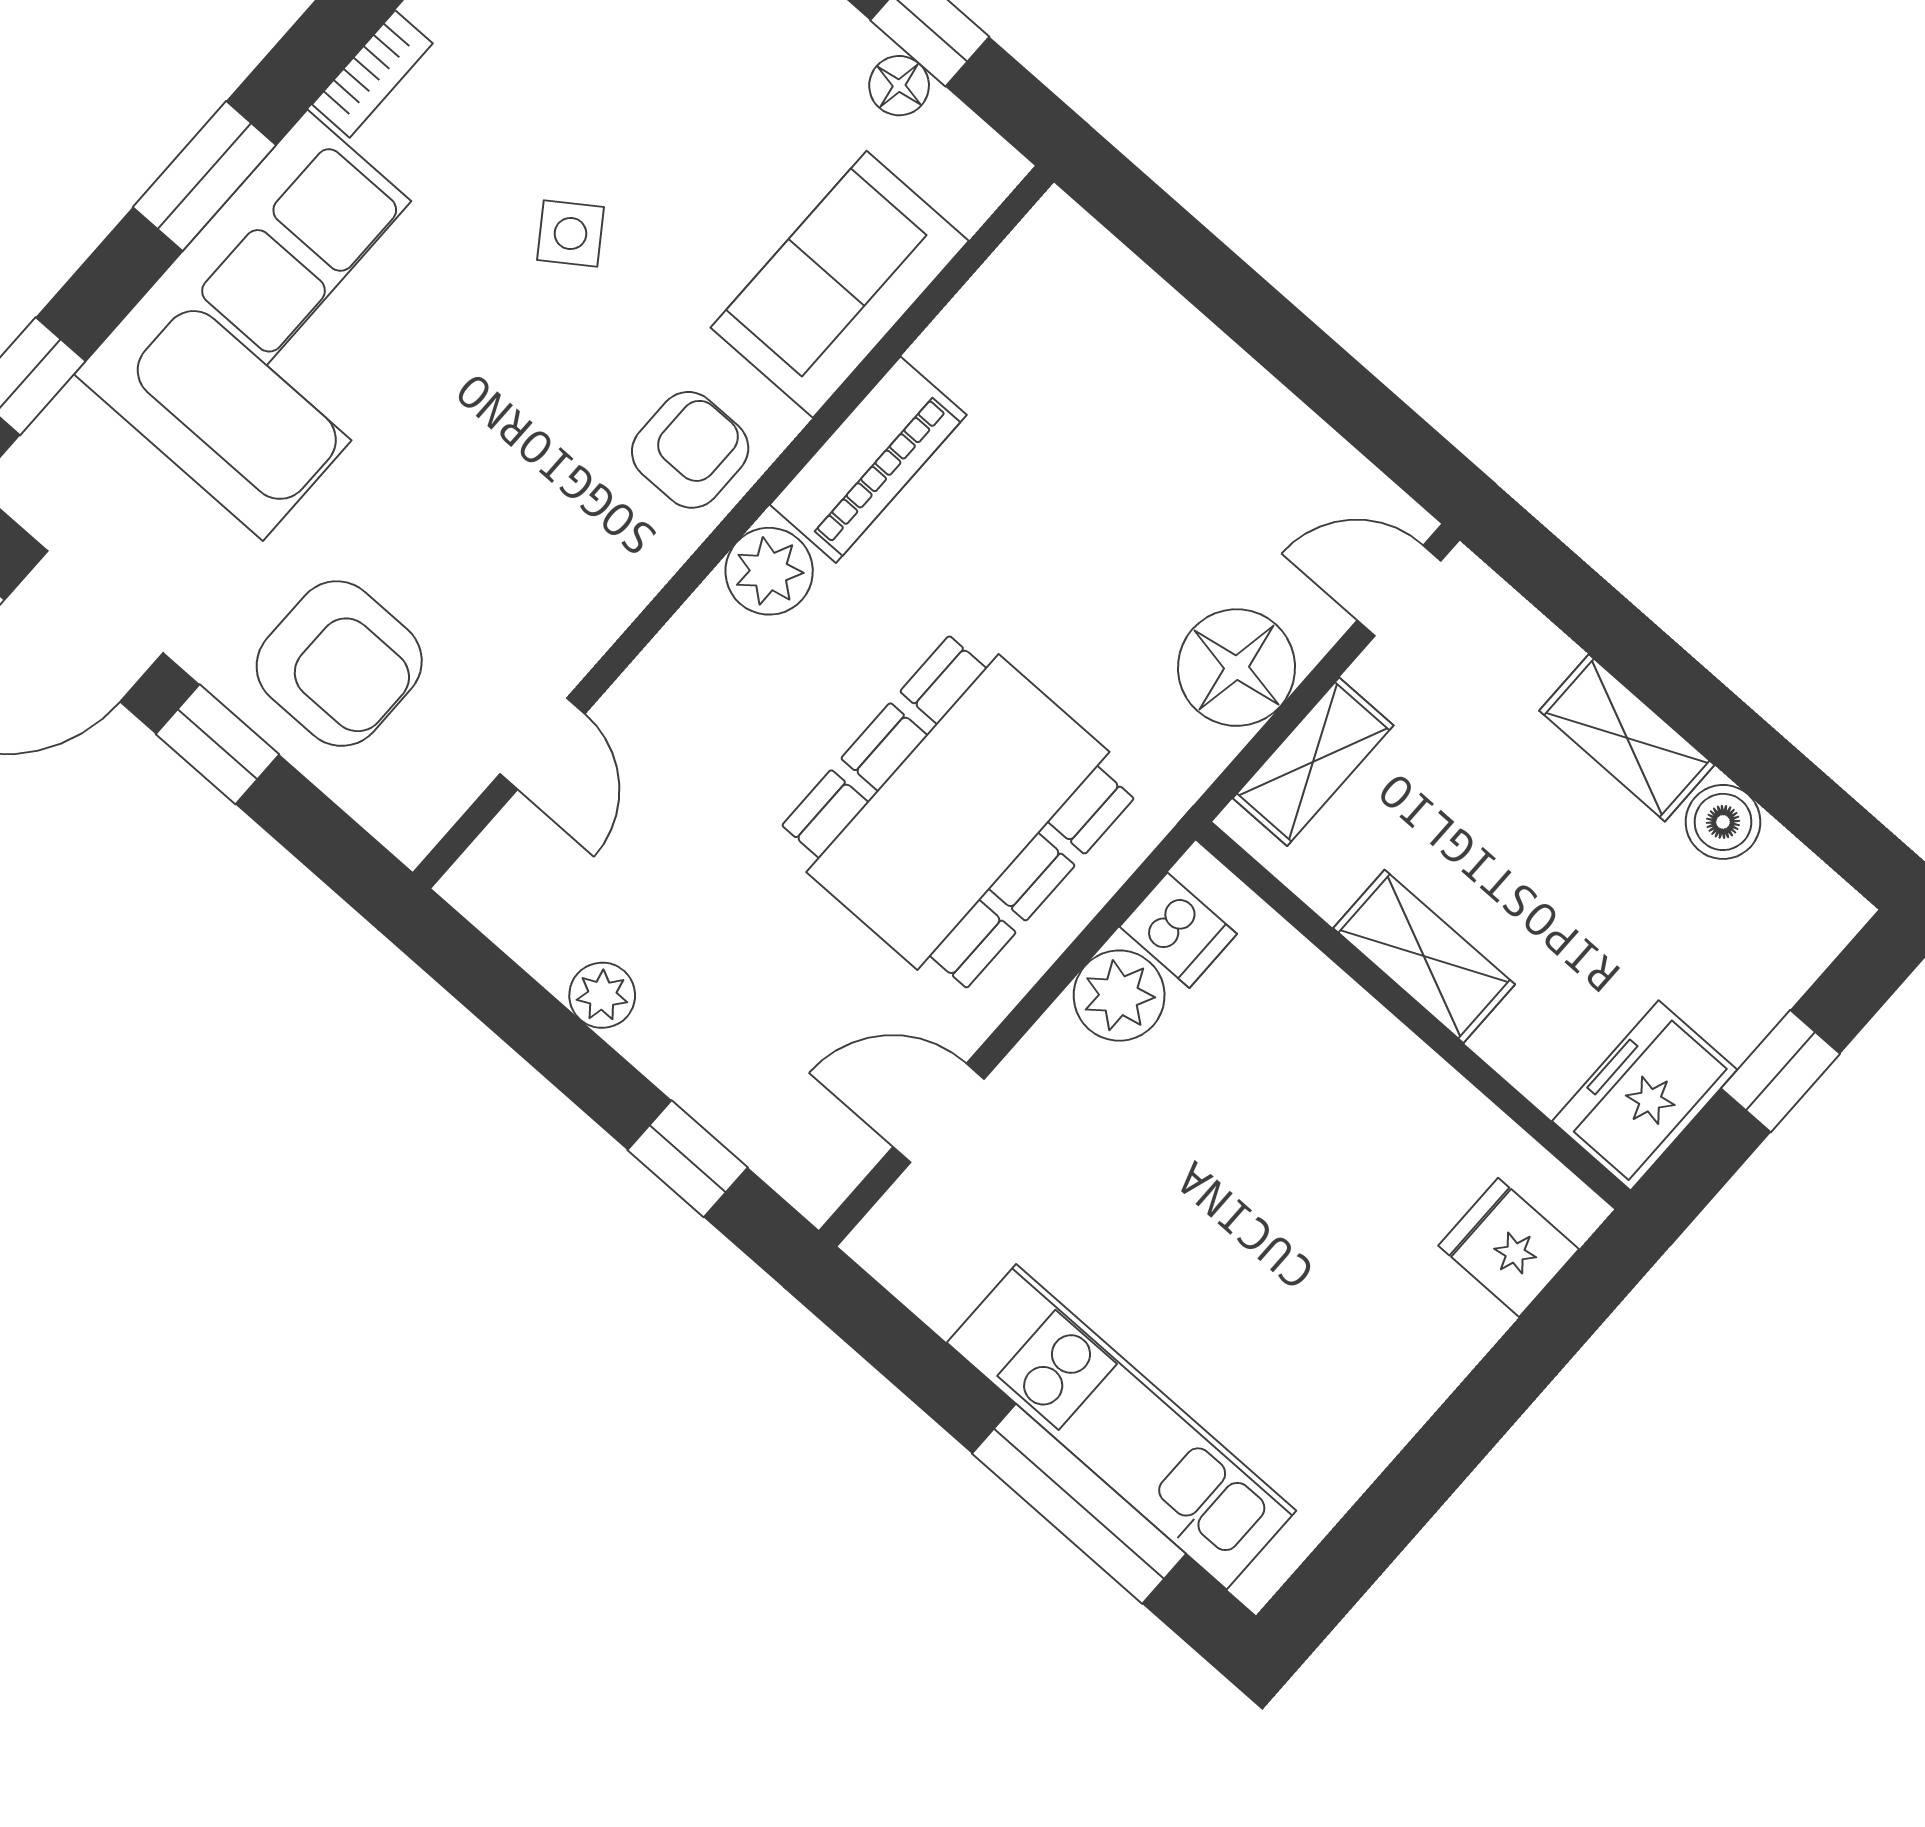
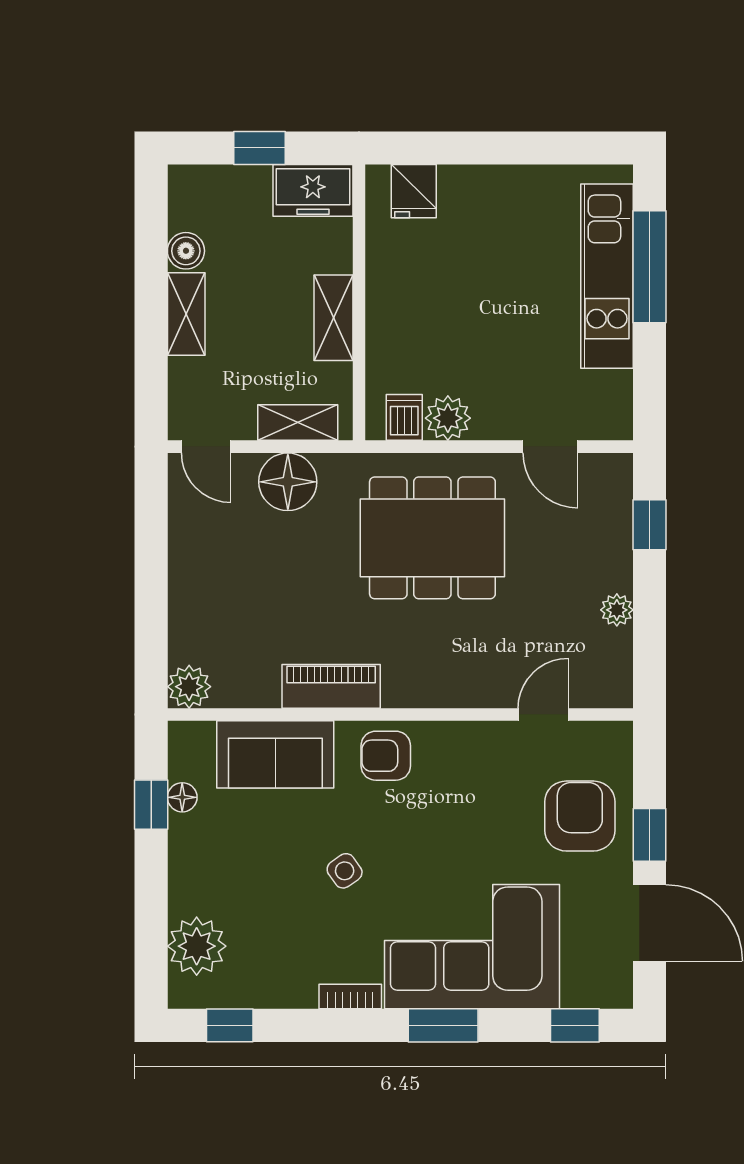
plant: (769, 571) -> (189, 687), moved

